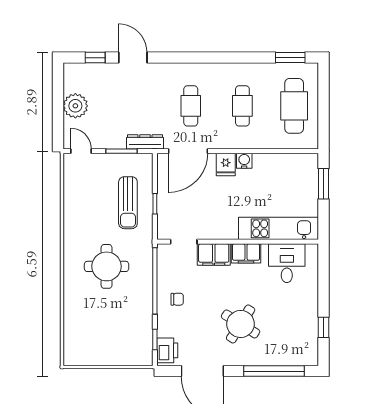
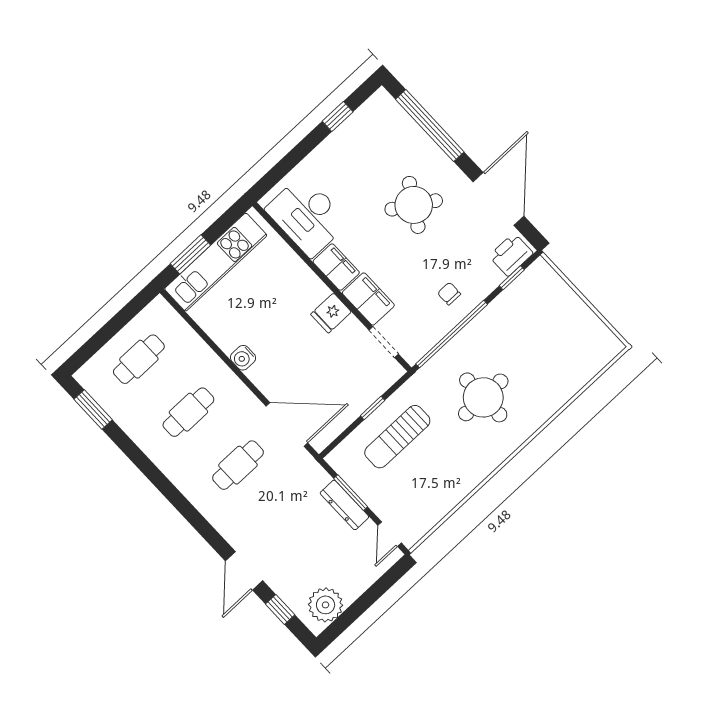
plant: (75, 106) -> (326, 605), moved
cafe table: (294, 106) -> (139, 359), width x0.73, depth x0.74
dresser: (145, 142) -> (344, 505), moved
fridge: (226, 164) -> (331, 313), moved, turned 180
sun lounger: (128, 203) -> (397, 437), turned 180
kitchen unit: (278, 228) -> (216, 262), moved, turned -90
desk: (287, 263) -> (307, 216), width x1.37

